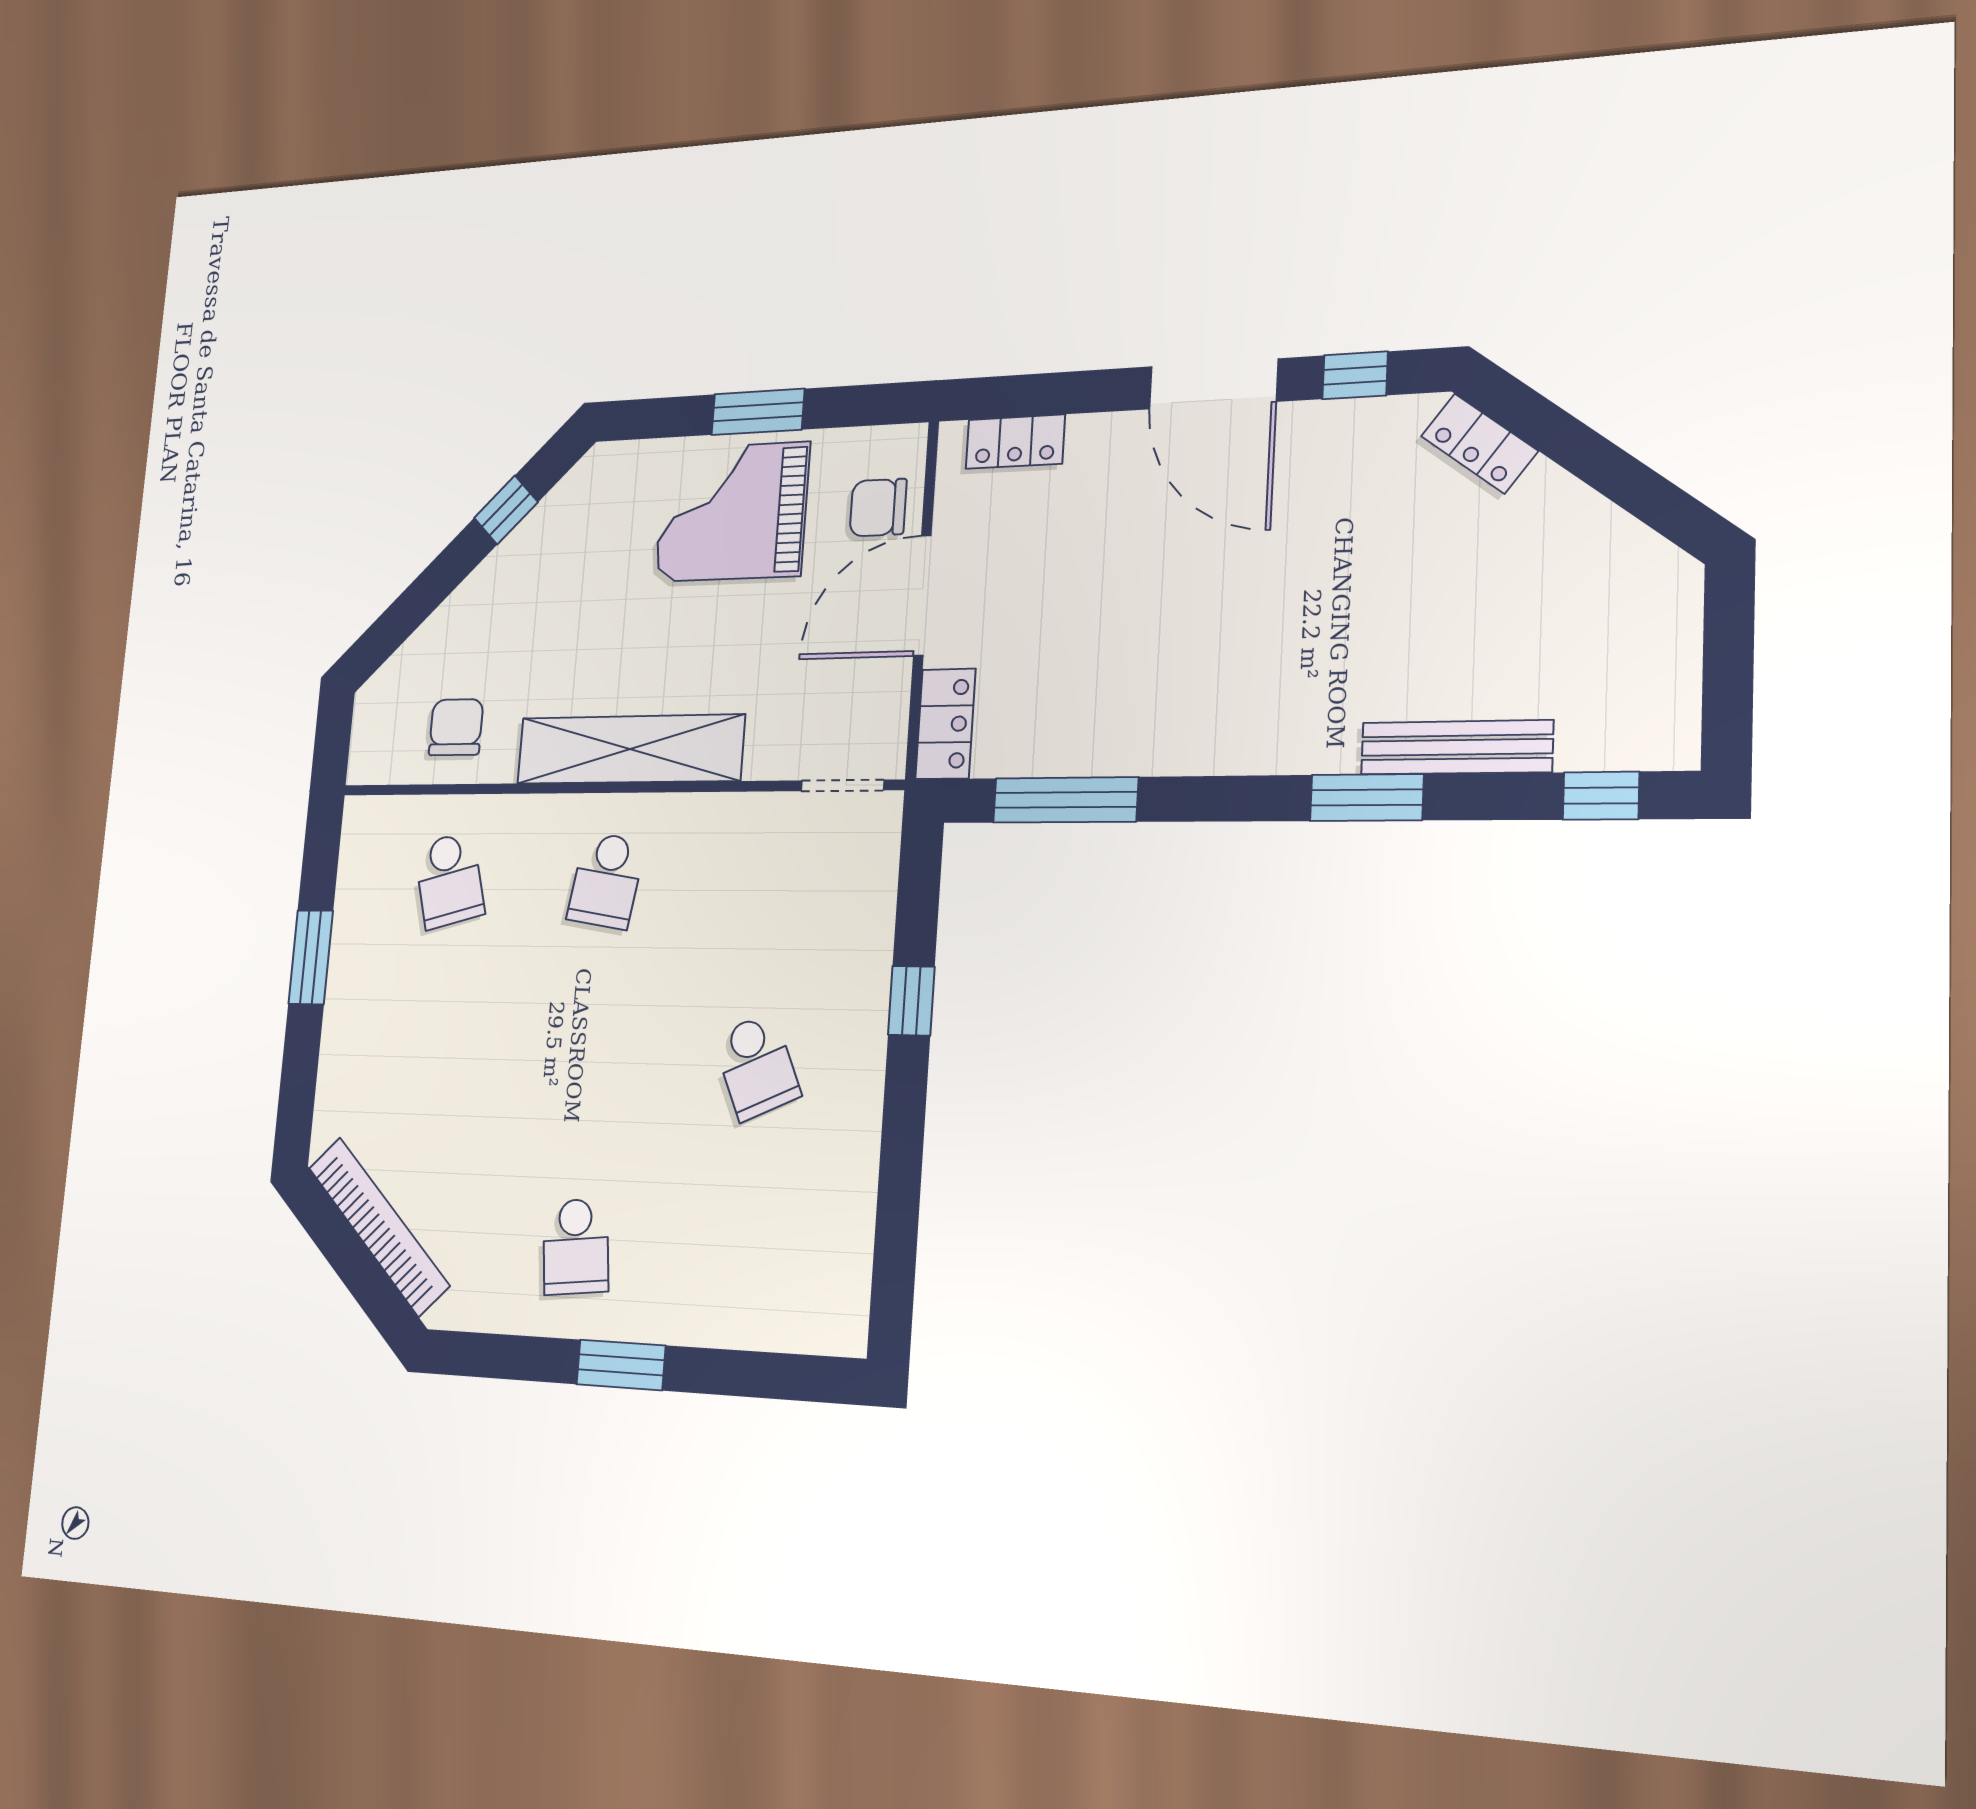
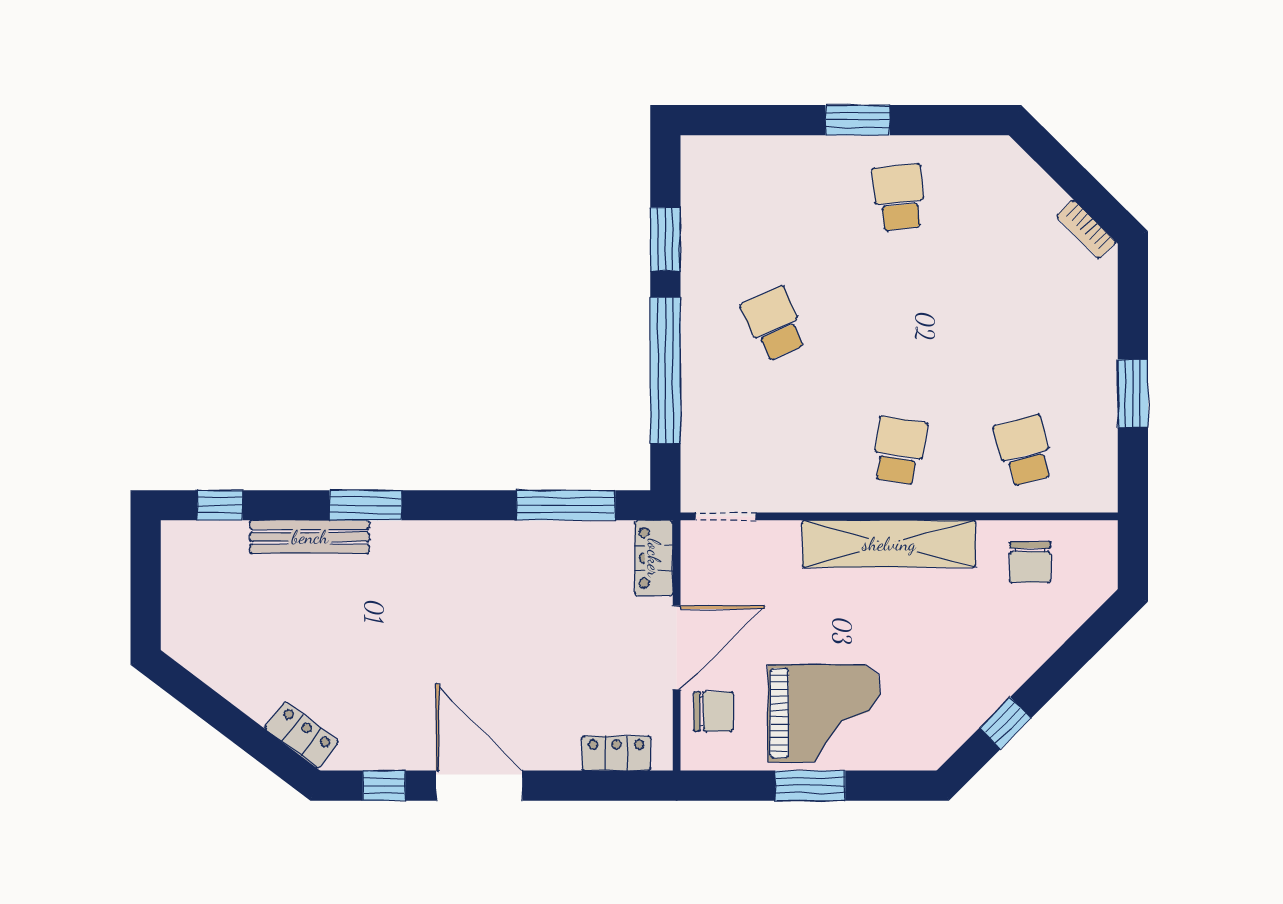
window: (911, 1001) -> (665, 370), width x3.17
window: (898, 1200) -> (665, 239), added
bookcase: (379, 1226) -> (1086, 229), width x0.43, depth x0.76

